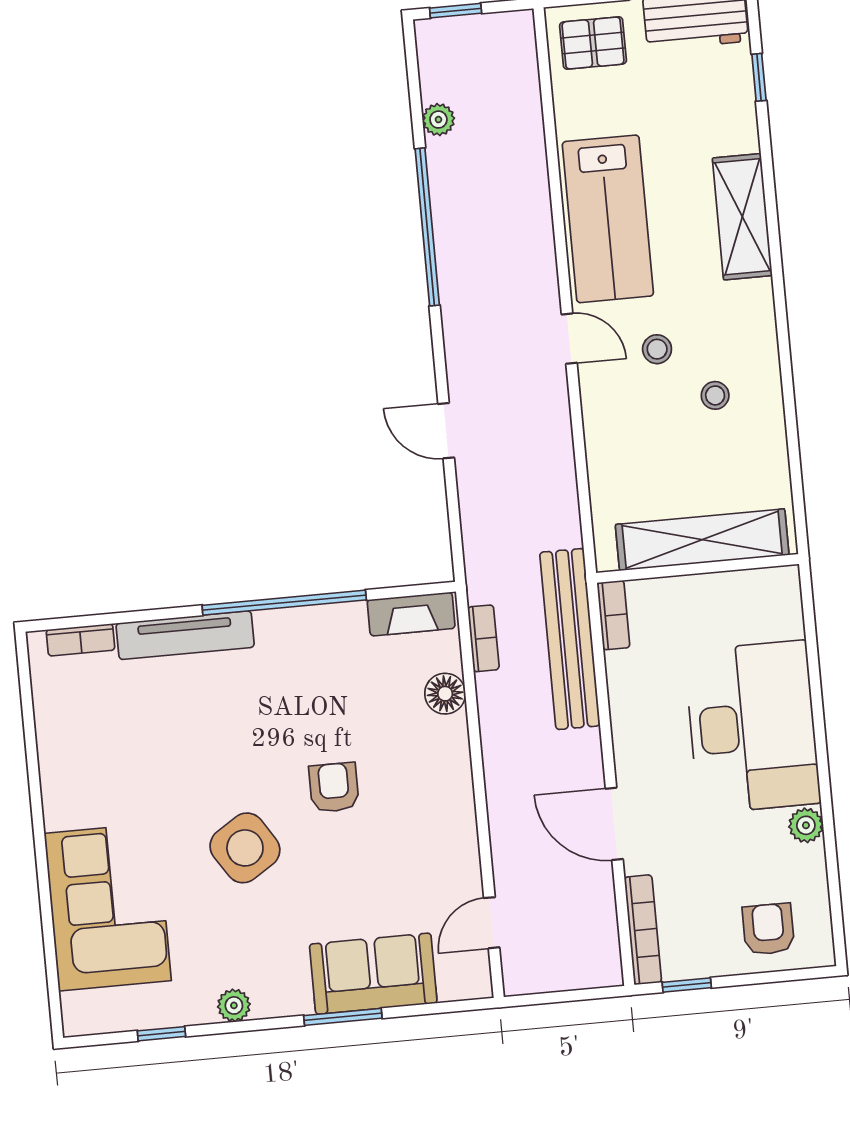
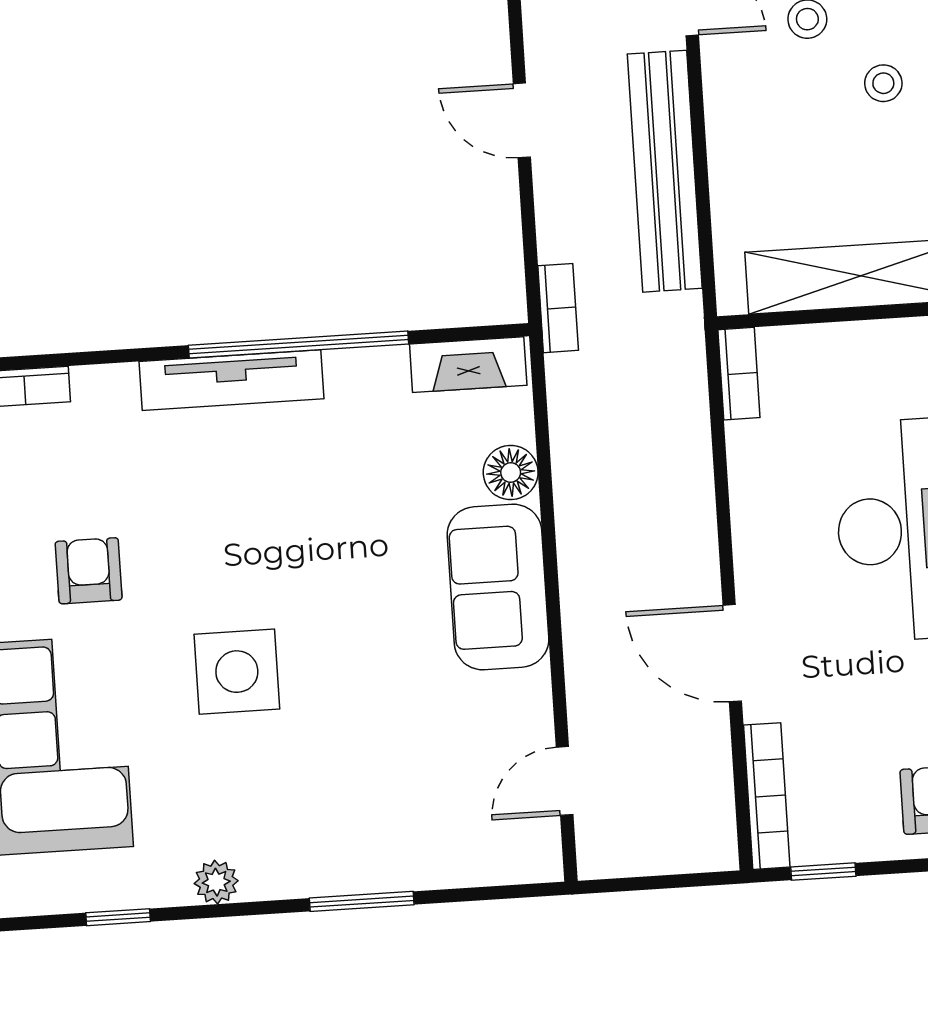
tv unit: (185, 635) -> (231, 380), moved
bookcase: (483, 638) -> (558, 308), moved
bench: (570, 639) -> (665, 171), moved
armchair: (334, 787) -> (89, 571), moved
side table: (245, 848) -> (237, 672), turned 33
sofa: (373, 974) -> (498, 587), moved, turned -90

